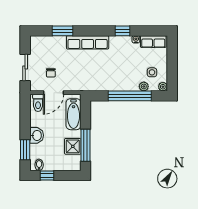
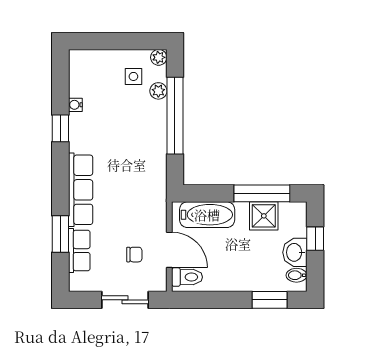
row of seats: (153, 42) -> (79, 251), moved
washbasin: (37, 135) -> (295, 252), moved, turned -90
window: (47, 176) -> (315, 239), moved

